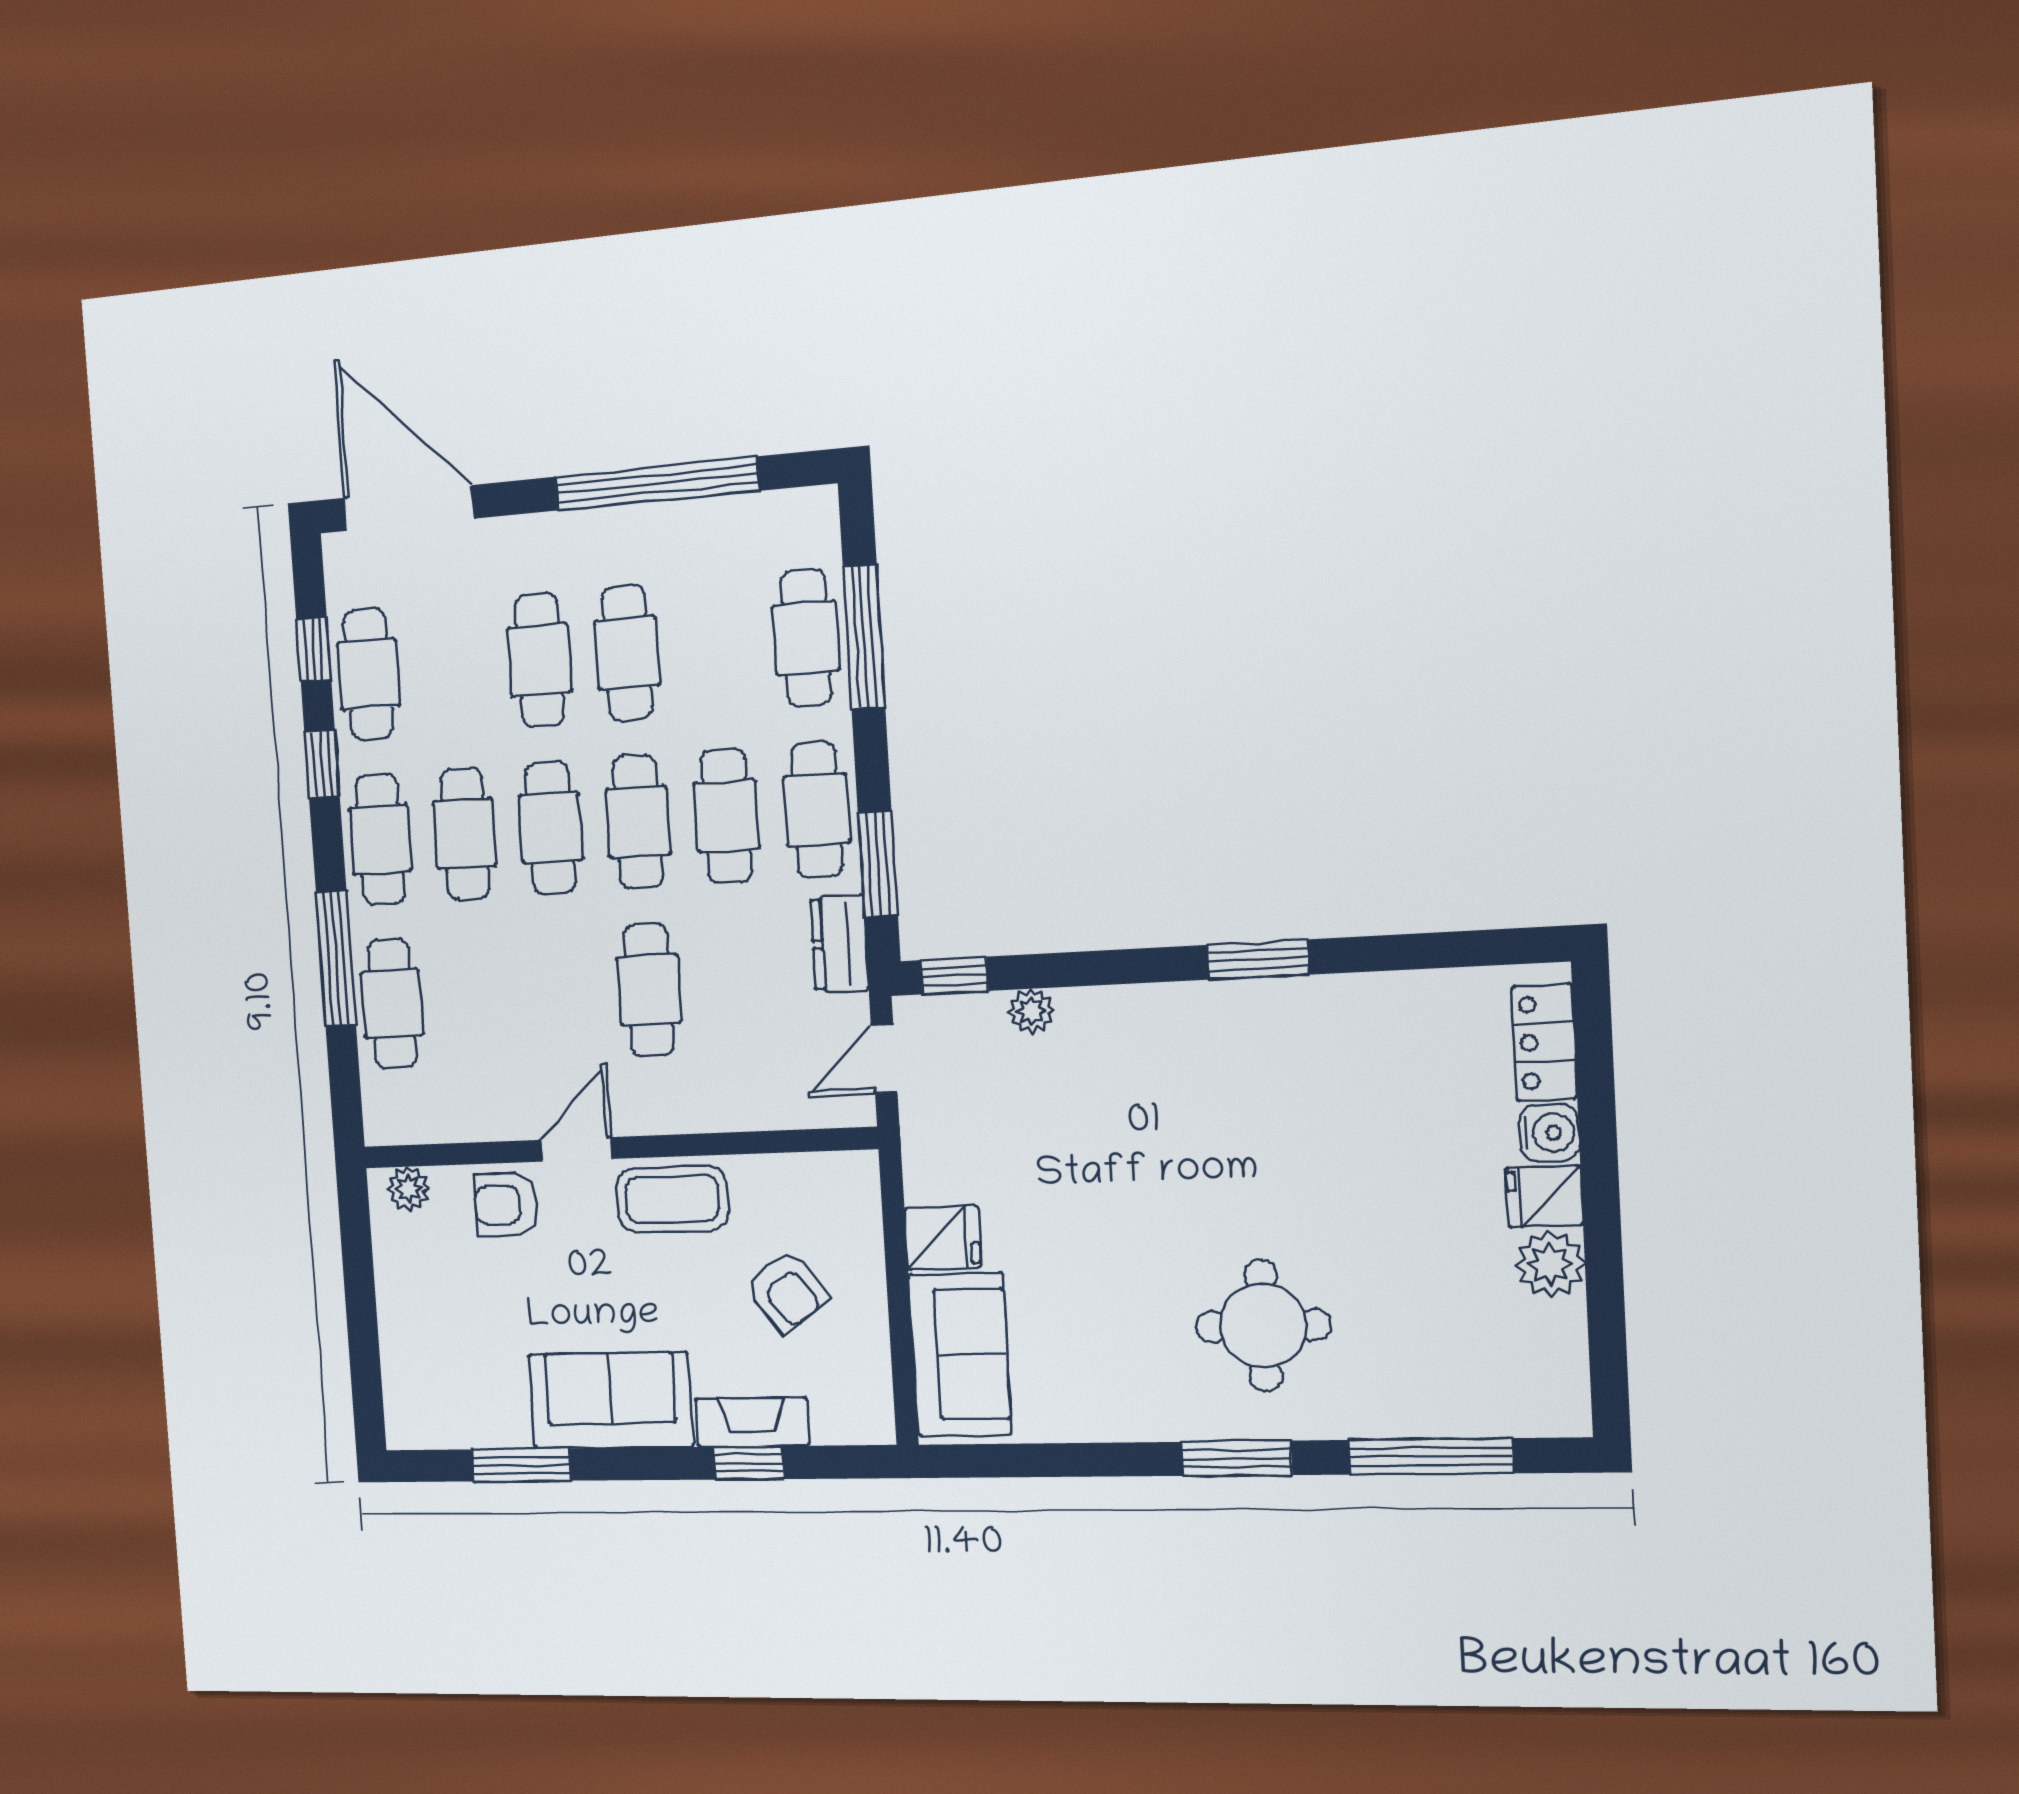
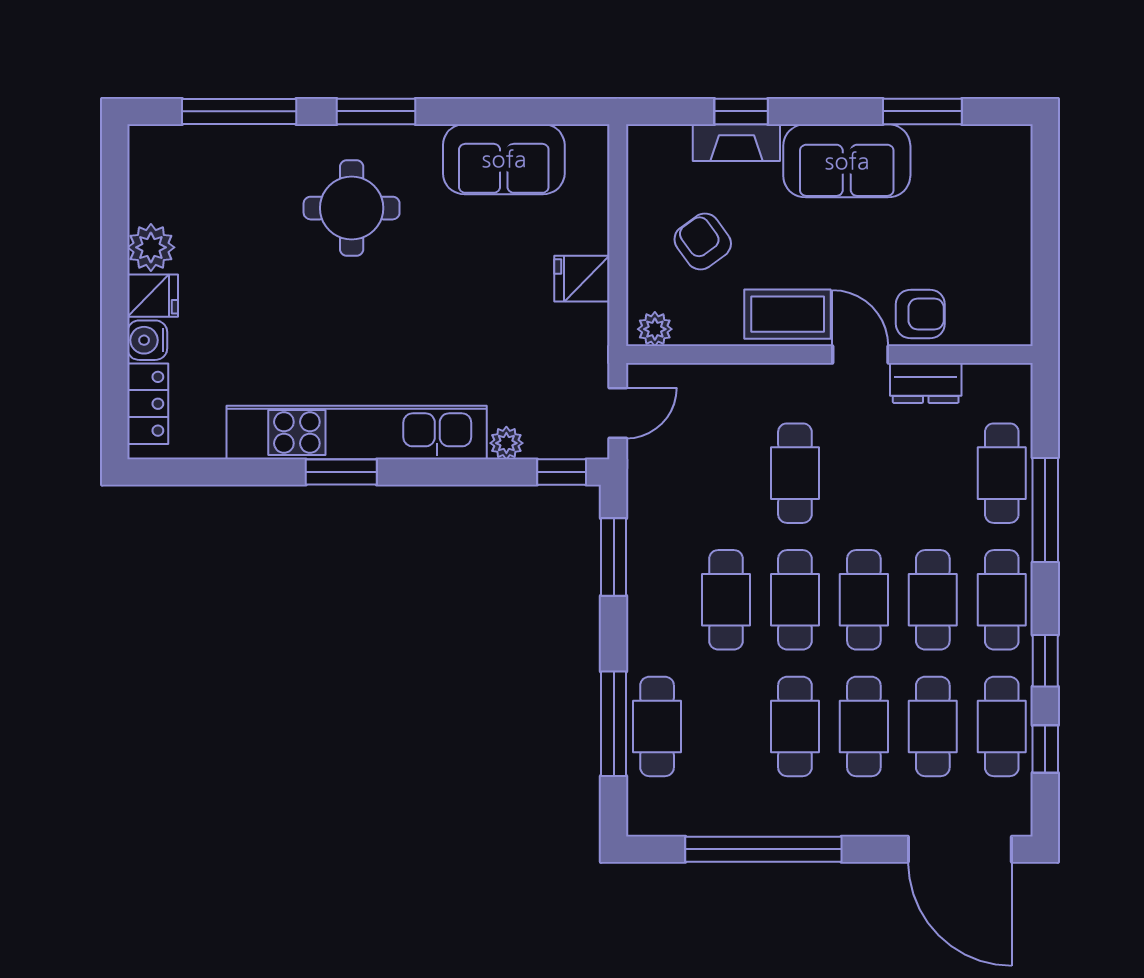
cafe table: (817, 810) -> (933, 726), moved
dresser: (839, 944) -> (926, 383), moved, turned 90
kitchen unit: (1240, 1016) -> (357, 433), added
door: (577, 1149) -> (860, 355), swing flipped
plant: (408, 1189) -> (655, 329), moved
sofa: (960, 1354) -> (504, 159), moved, turned -90

